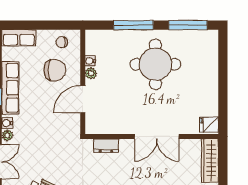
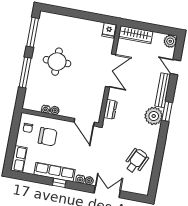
round table: (155, 64) -> (57, 62), width x0.73, depth x0.73
chair: (55, 70) -> (48, 137), turned 90
door: (83, 99) -> (84, 122), moved

